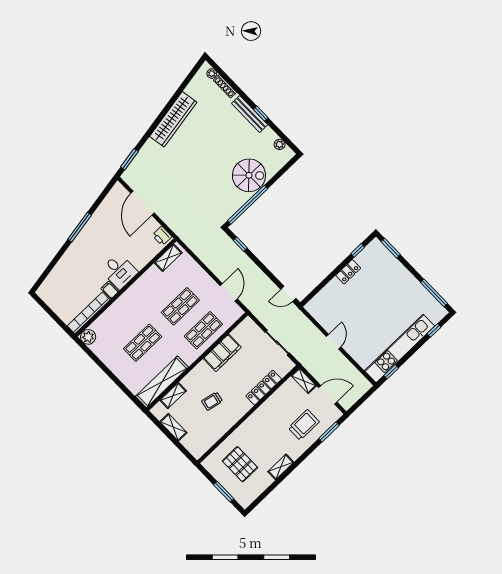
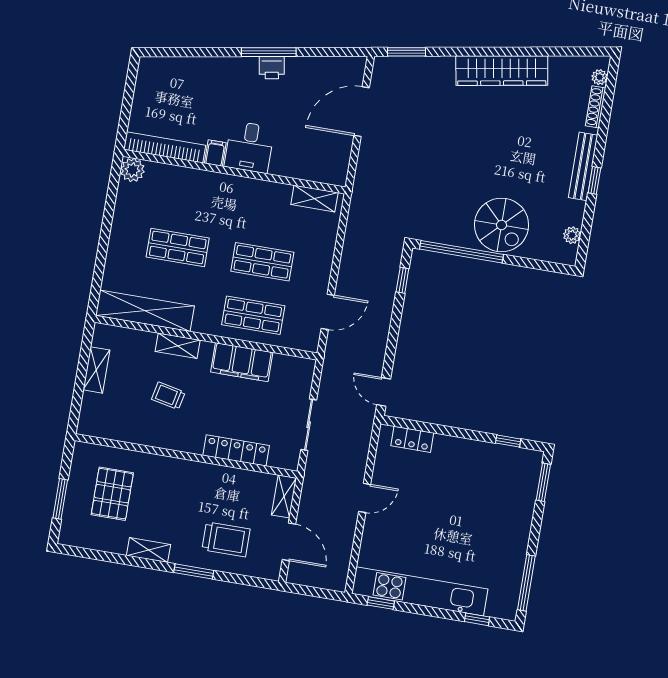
printer: (162, 236) -> (272, 68), moved, turned -100
locker: (348, 272) -> (412, 439), moved
shelving: (173, 396) -> (178, 346), moved
window: (329, 432) -> (194, 571), moved

